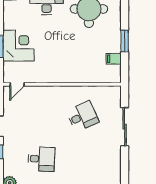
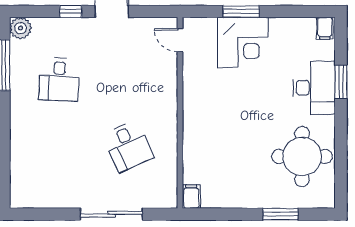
window: (125, 41) -> (280, 214), moved
filing cabinet: (114, 59) -> (191, 197), moved

